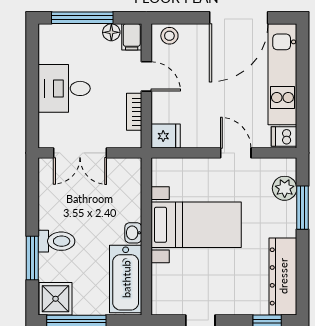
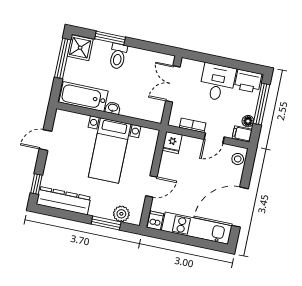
door: (239, 18) -> (240, 207), hinge flipped
printer: (53, 44) -> (248, 81), added

